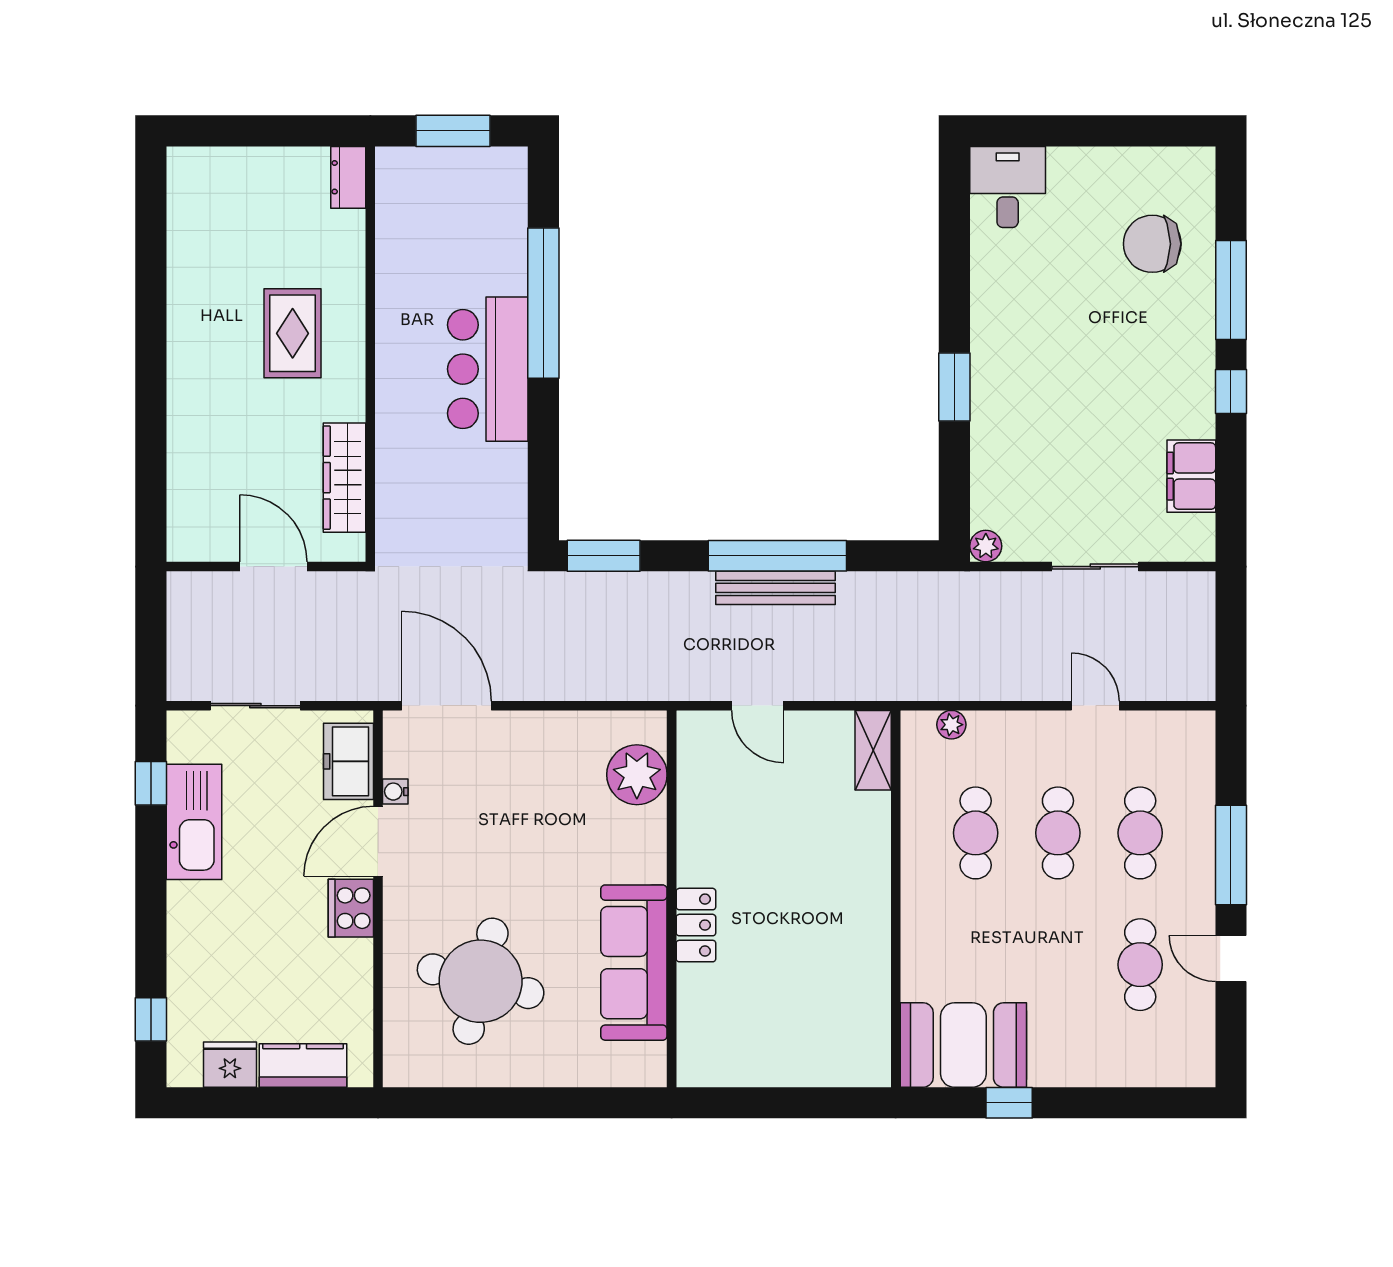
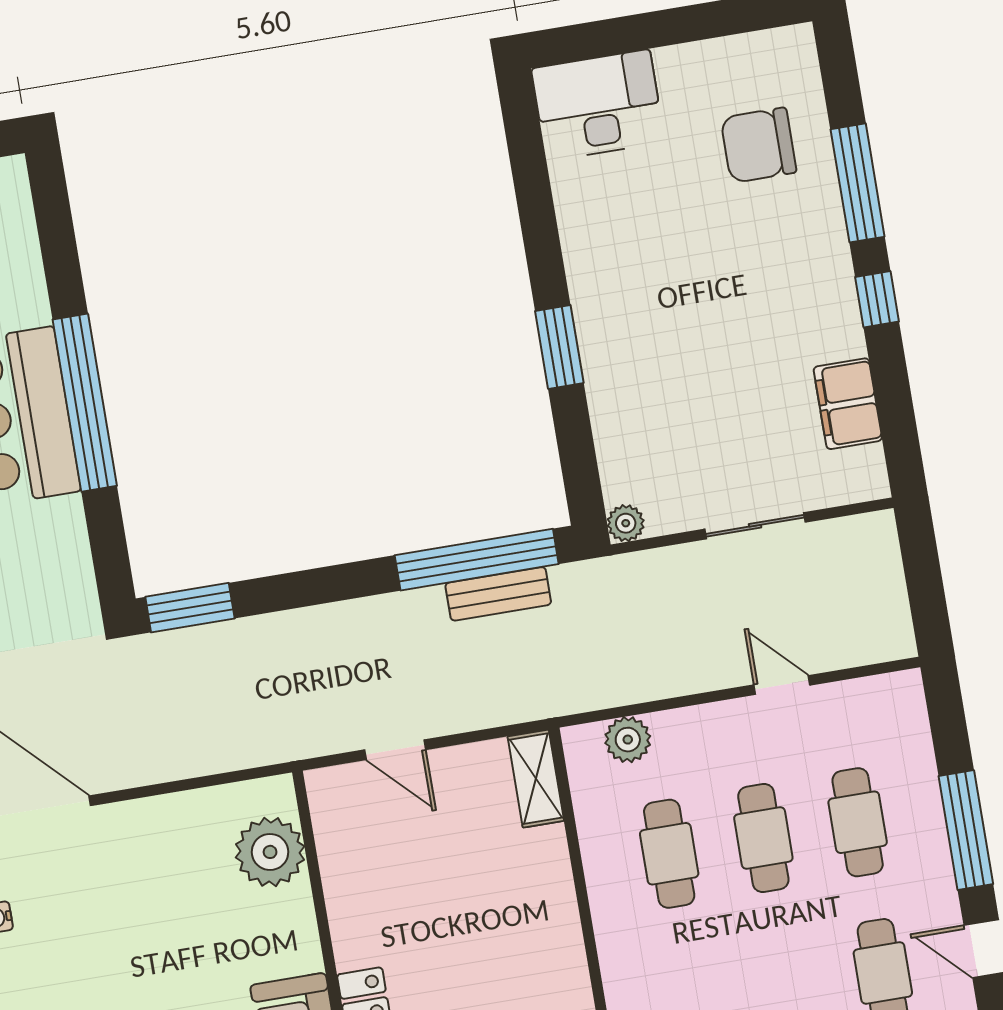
desk: (1008, 187) -> (598, 105), width x1.37
window: (543, 303) -> (85, 403), moved
window: (777, 556) -> (477, 560), moved
bench: (776, 588) -> (498, 594), moved, width x0.73
plant: (951, 725) -> (628, 740), width x1.38, depth x1.38

